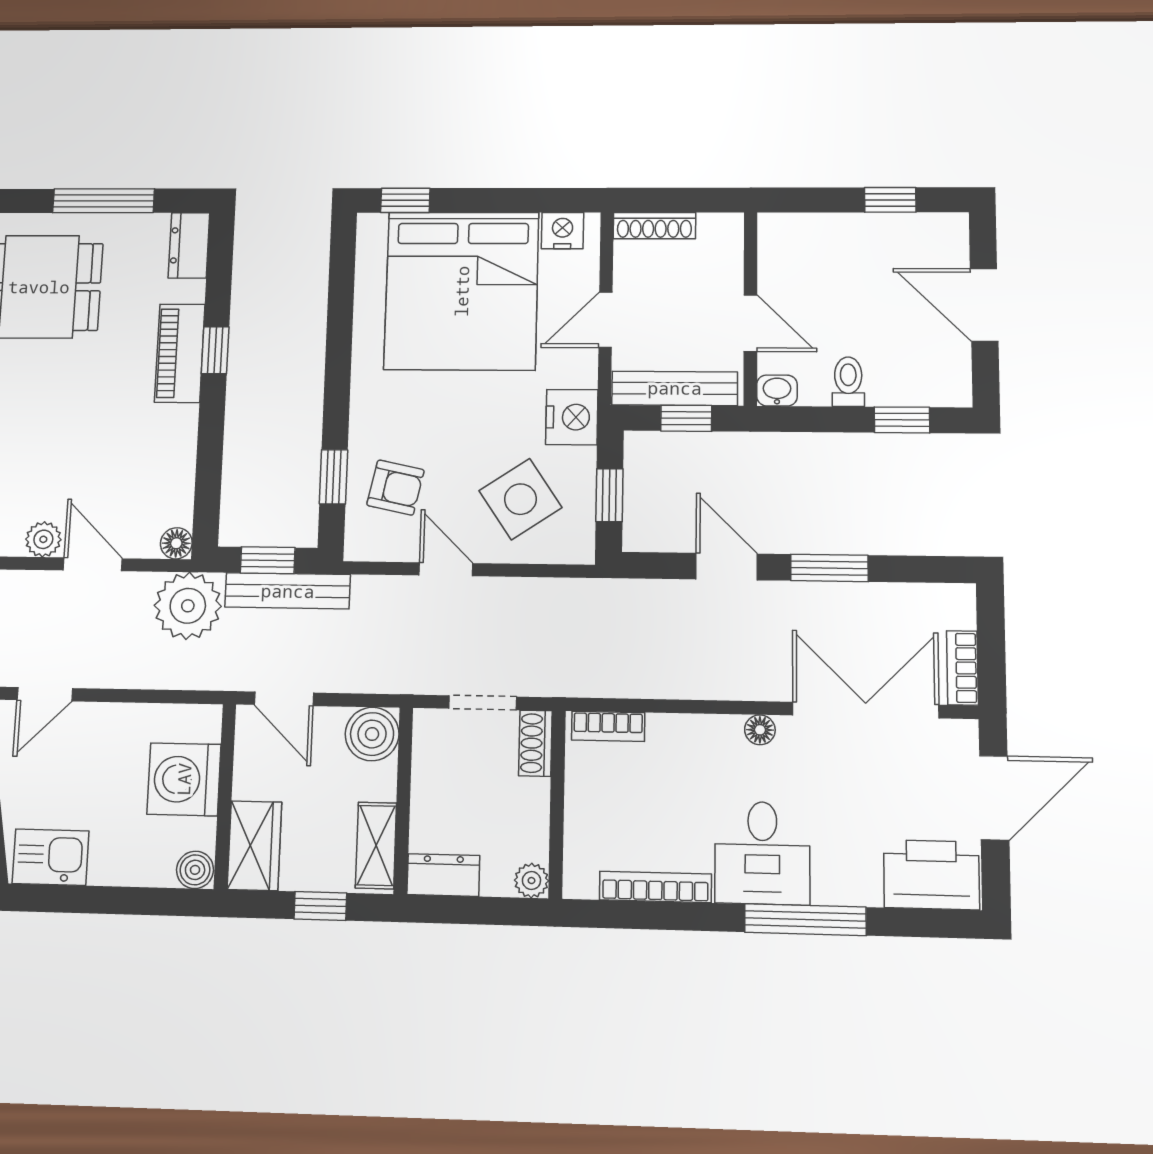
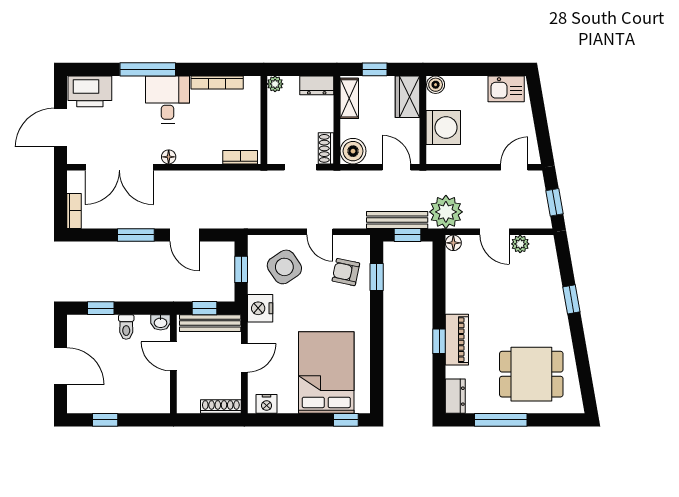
bed: (462, 291) -> (326, 373), width x0.73
bookcase: (962, 668) -> (74, 211), moved
shoe rack: (535, 743) -> (326, 148), moved, turned 180

